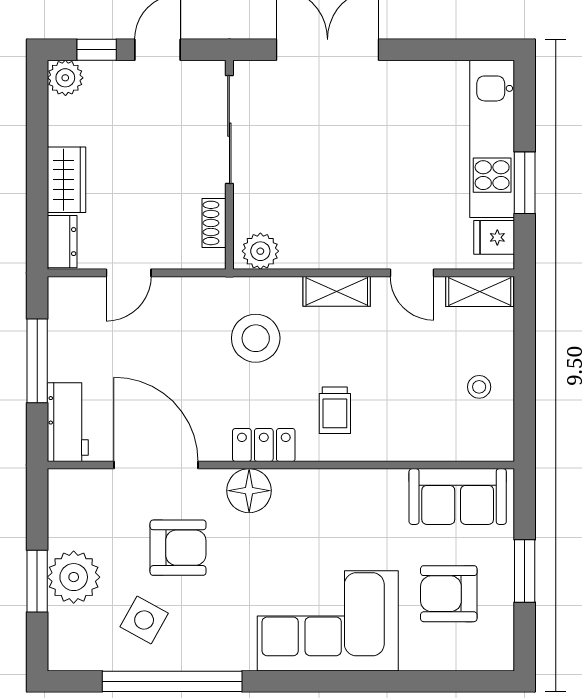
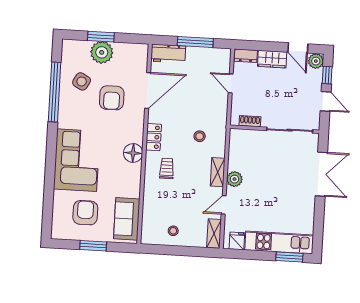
door: (37, 121) -> (298, 48), added
window: (525, 183) -> (289, 257), moved
plant: (260, 251) -> (234, 179), moved
stool: (256, 338) -> (200, 136), width x0.53, depth x0.53
trolley: (335, 410) -> (167, 168), turned 90
floor lamp: (249, 491) -> (133, 153), moved

